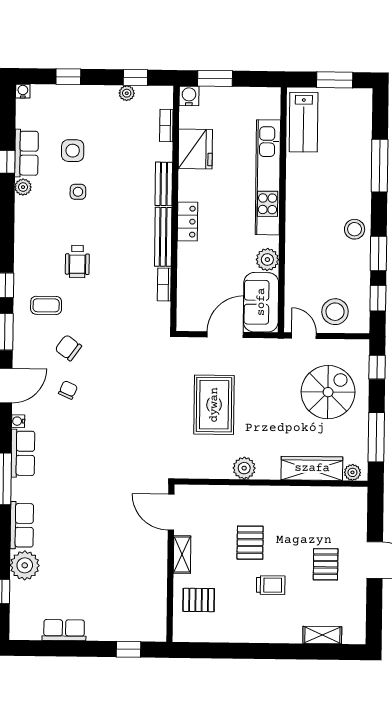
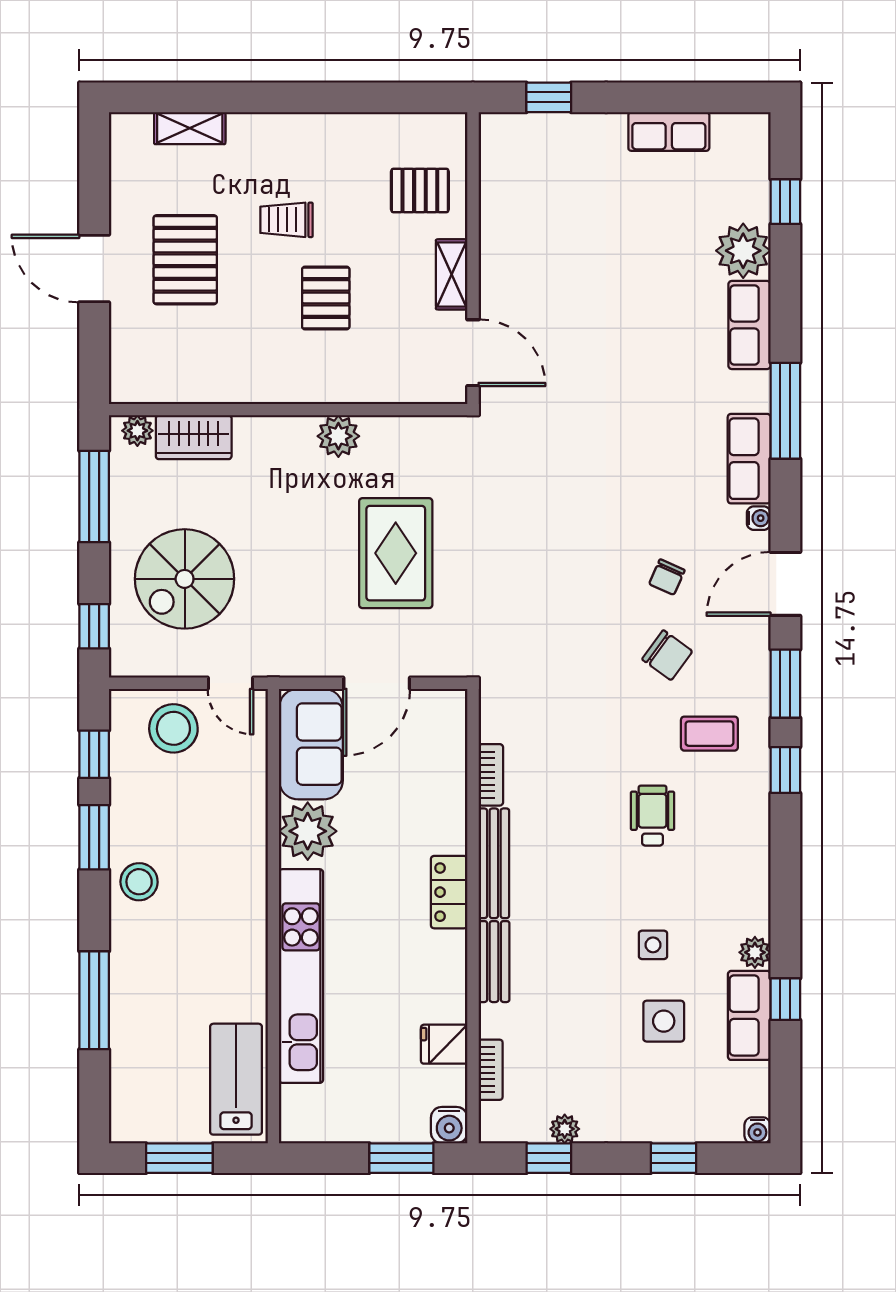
fridge: (195, 149) -> (444, 1044), width x0.53, depth x0.75
plant: (267, 260) -> (308, 831), width x1.36, depth x1.36
wardrobe: (312, 468) -> (194, 437), width x0.67
pallet: (326, 564) -> (185, 260), width x1.50, depth x1.42

